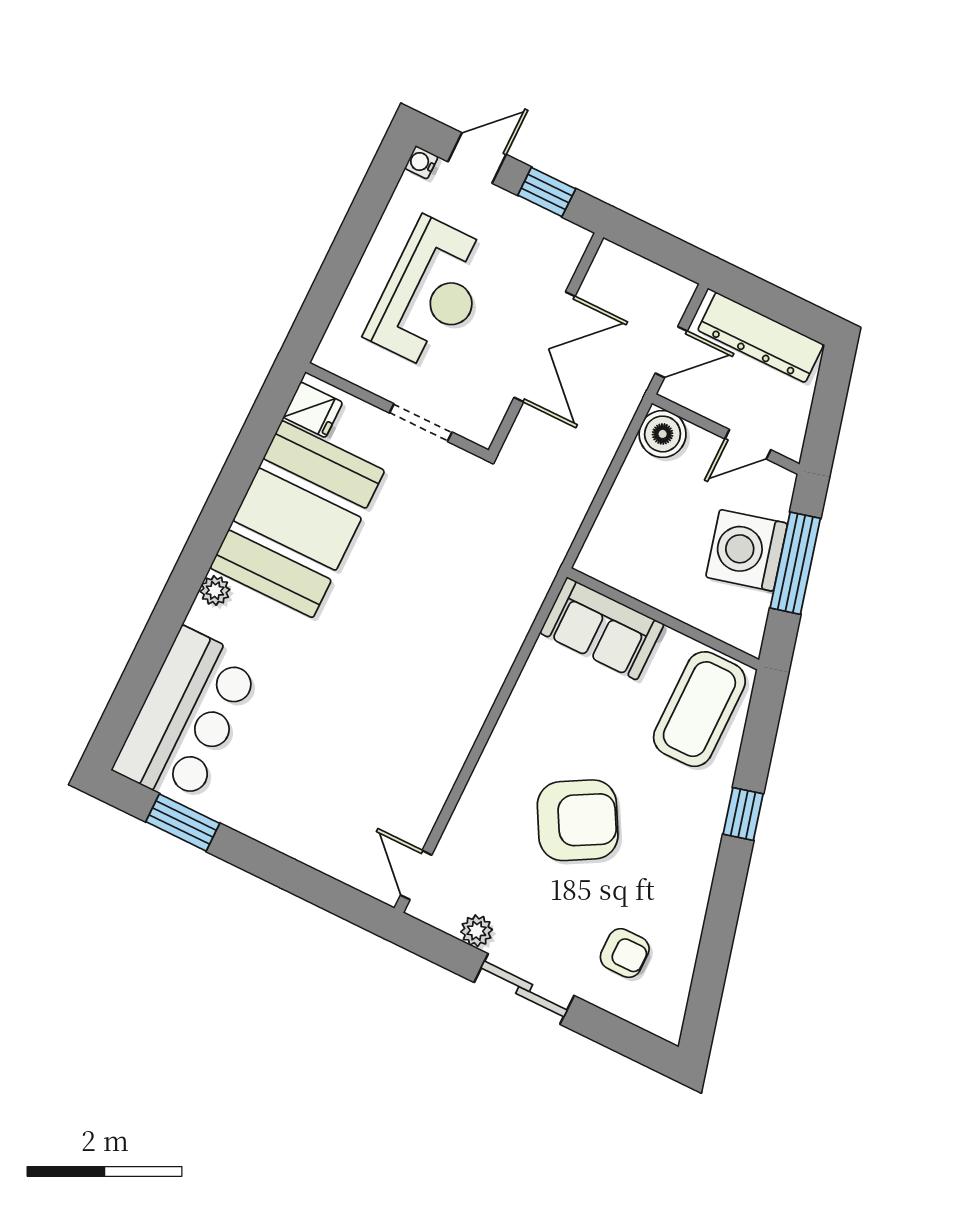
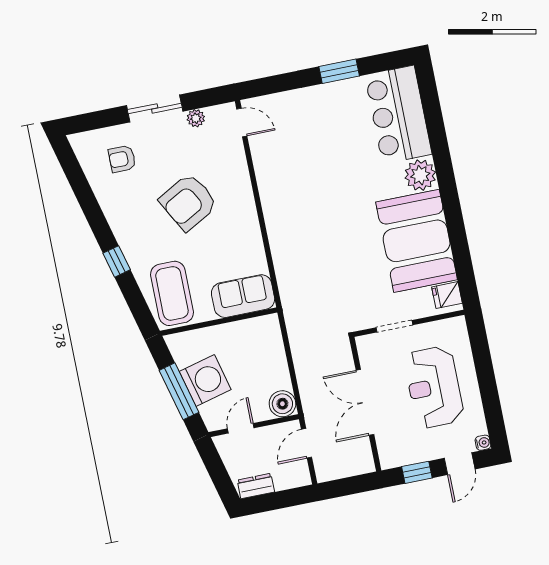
dresser: (761, 337) -> (256, 486), width x0.51, depth x0.80
plant: (215, 591) -> (420, 175), width x1.88, depth x1.88
window: (183, 823) -> (339, 71), moved

